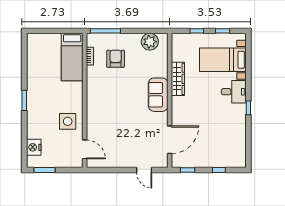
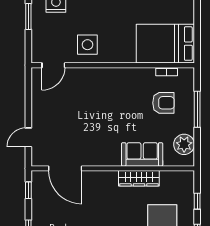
window: (105, 31) -> (197, 109), moved
bed: (72, 57) -> (165, 44), width x1.50
sofa: (158, 95) -> (142, 154), moved

